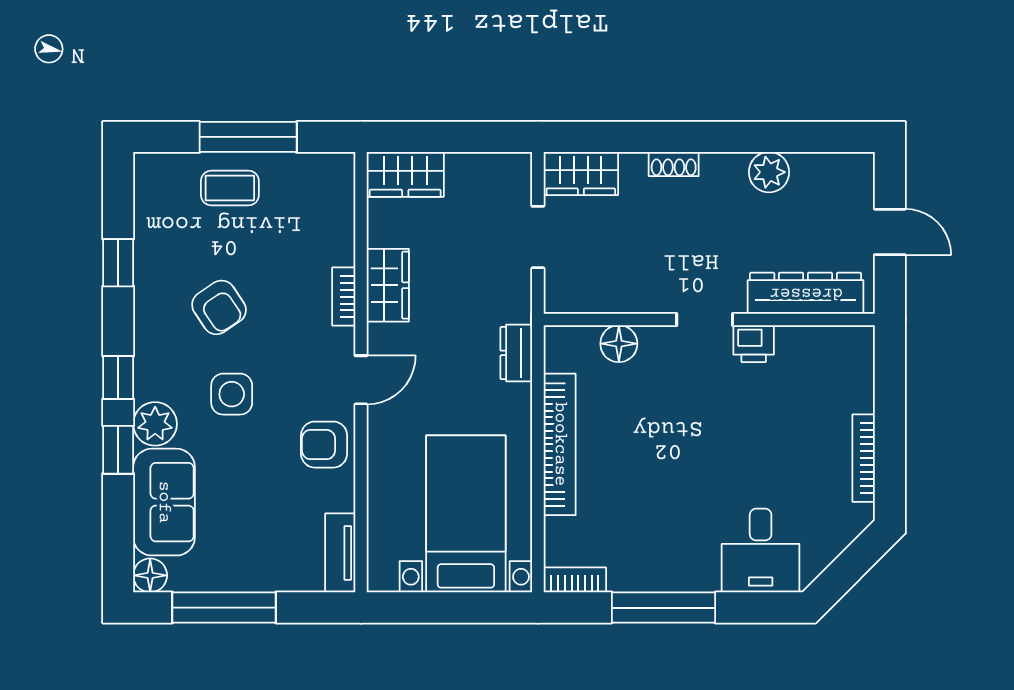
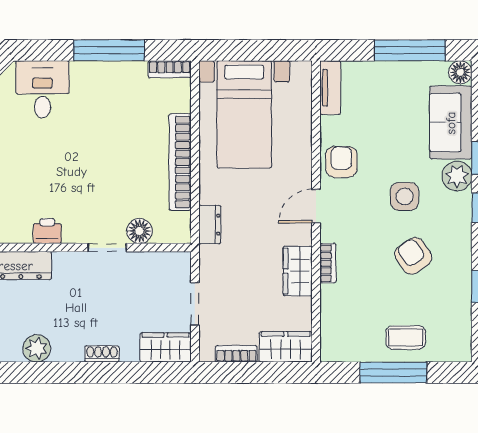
bookcase: (477, 164) -> (236, 354), added
doorway: (705, 320) -> (107, 248), moved
armchair: (324, 445) -> (341, 162), turned -90

